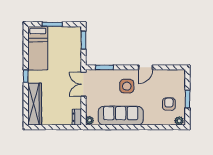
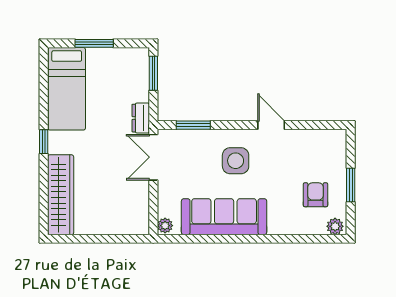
door: (146, 67) -> (271, 125), swing flipped
dresser: (77, 117) -> (141, 118), moved

